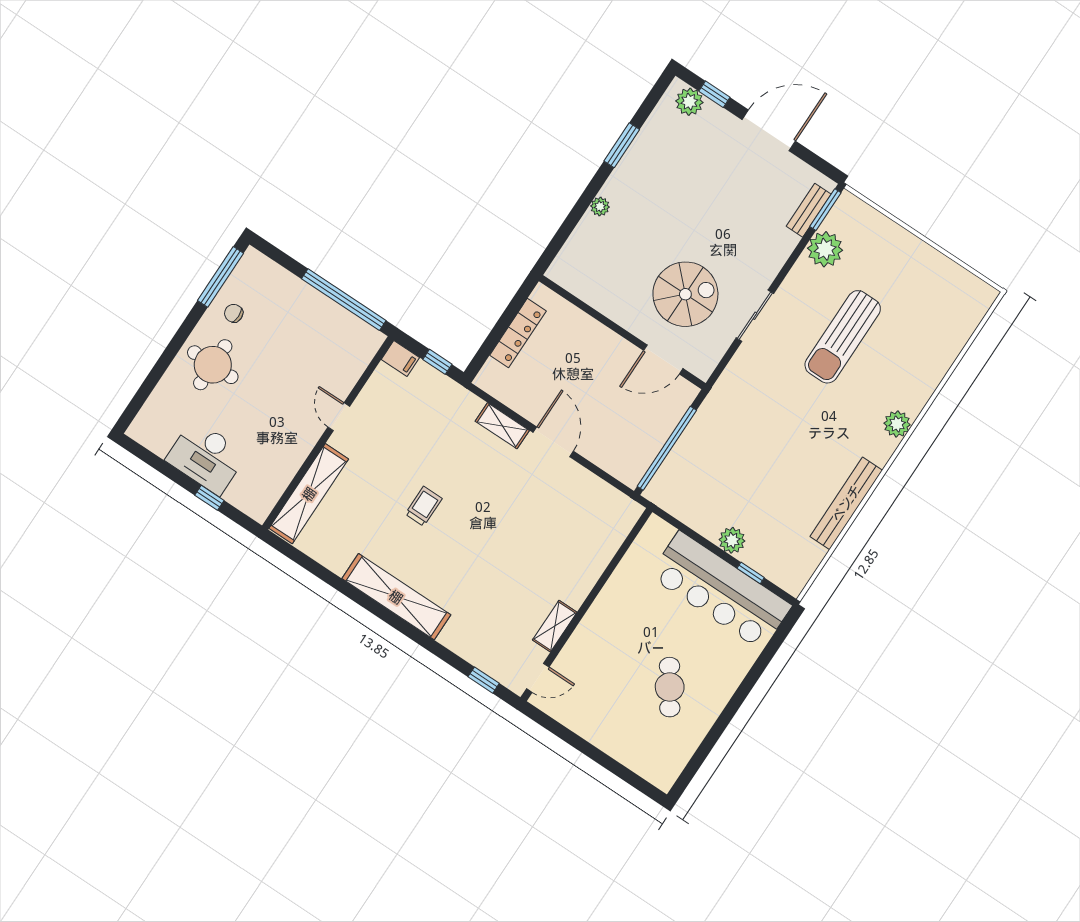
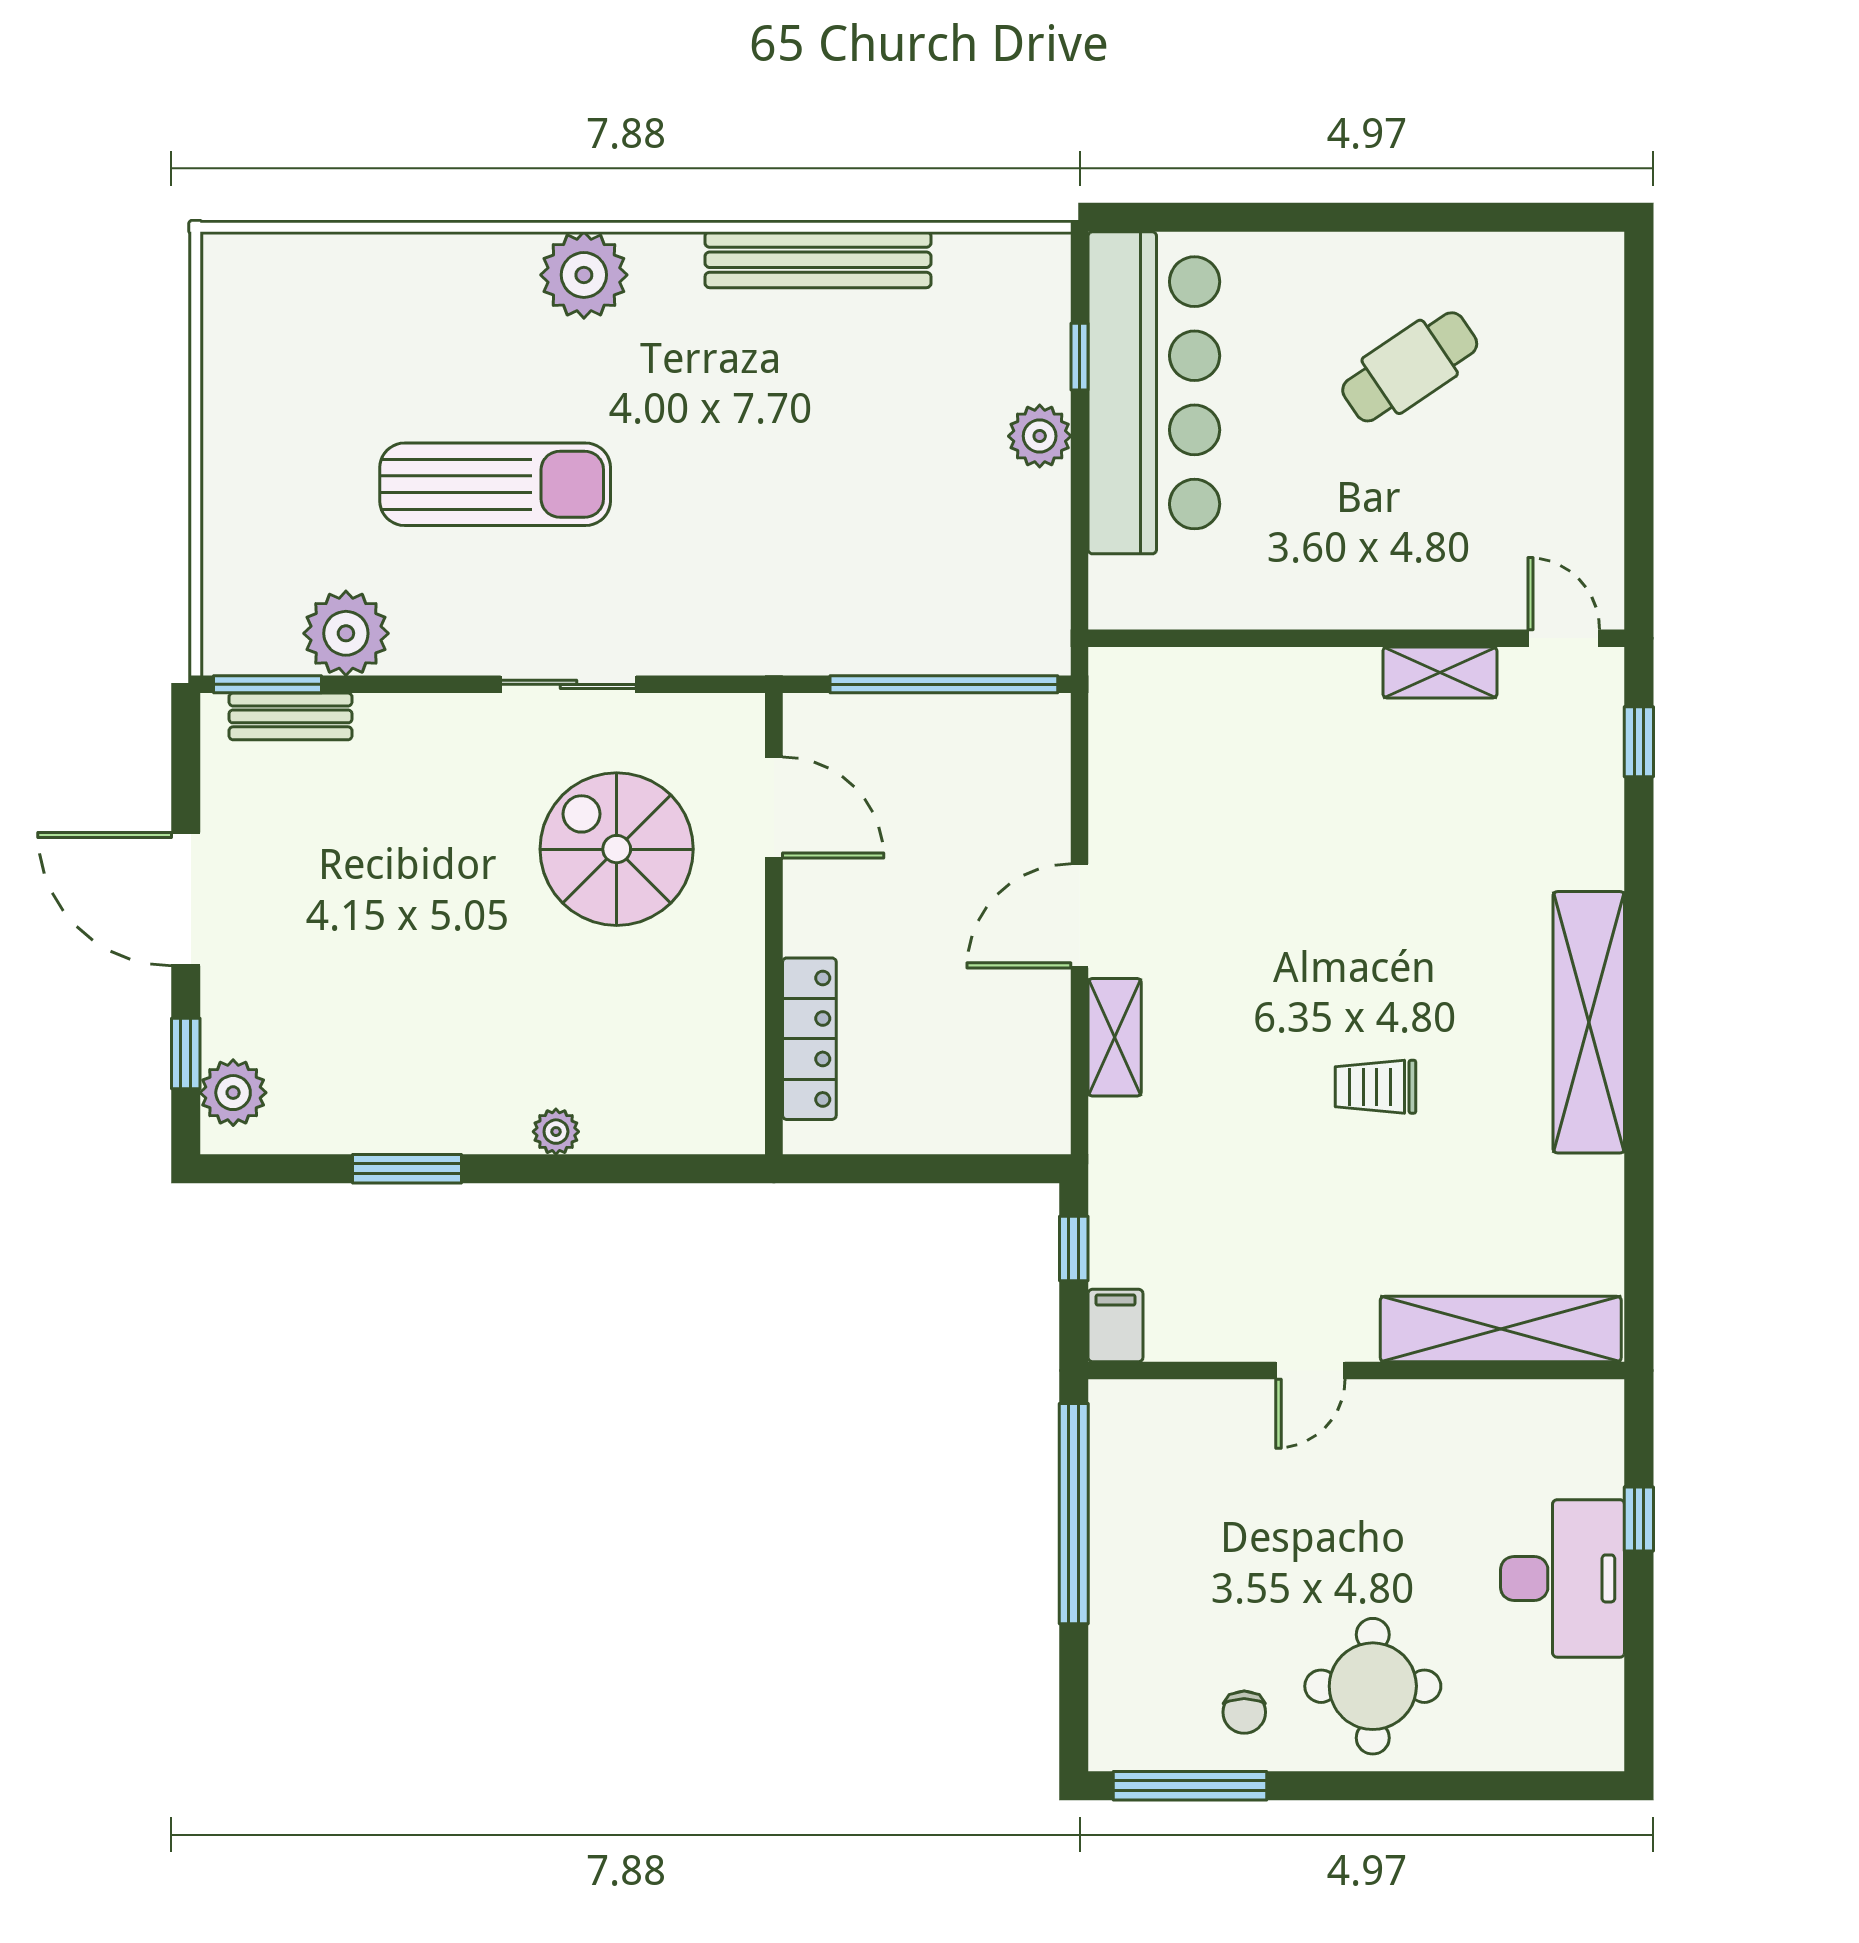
locker: (518, 333) -> (809, 1039), moved, turned 90
plant: (897, 424) -> (584, 275), width x1.36, depth x1.36

